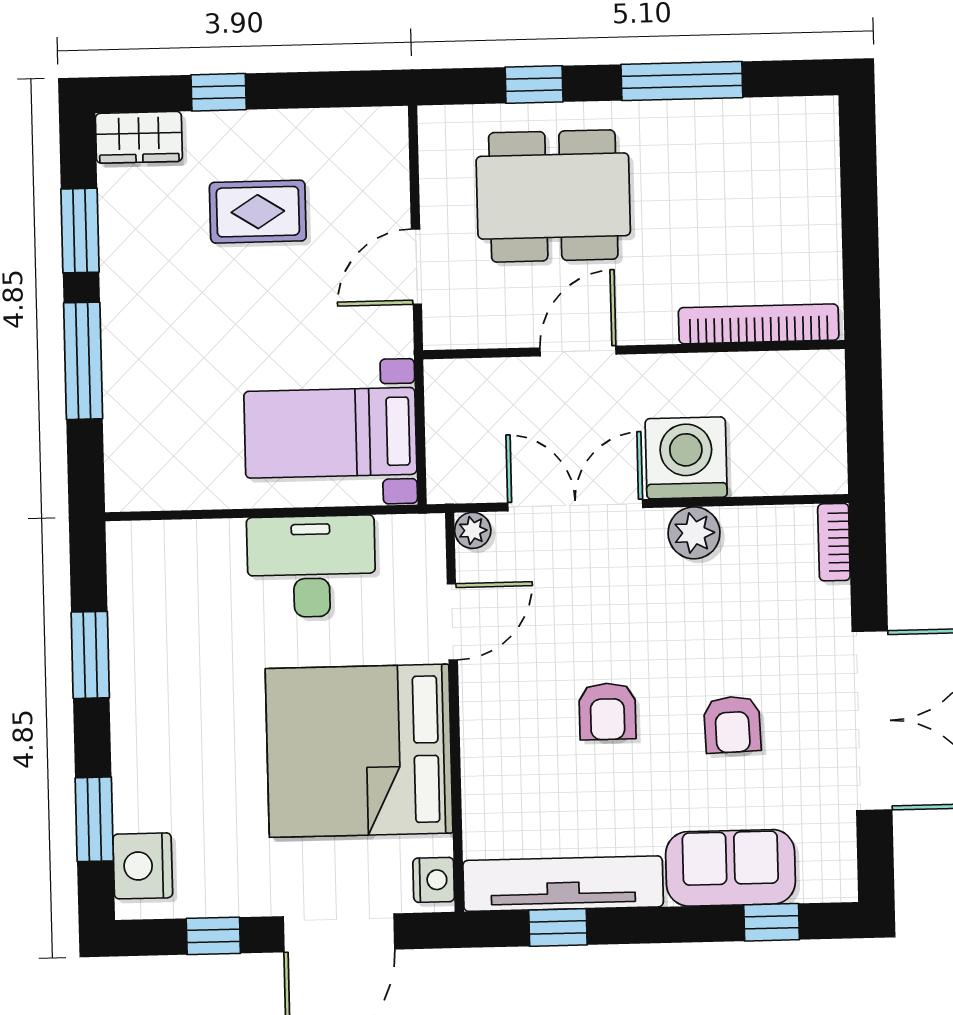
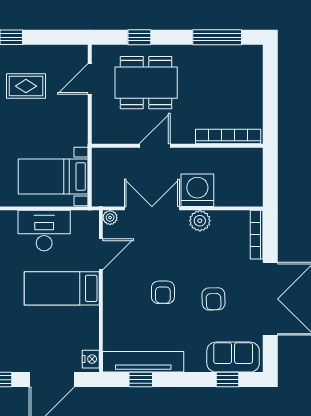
window: (682, 81) -> (217, 37), moved
door: (416, 267) -> (90, 79), moved
bookcase: (834, 542) -> (257, 235), width x1.56
bed: (359, 751) -> (62, 288), width x0.49
sofa: (731, 868) -> (233, 357), moved

